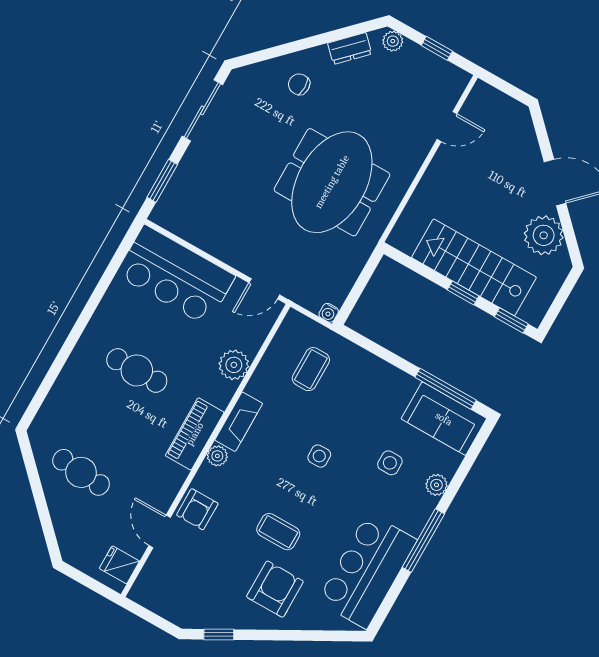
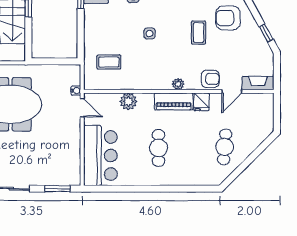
water cooler: (329, 313) -> (76, 91), moved
fireplace: (239, 422) -> (258, 83), moved
fridge: (119, 565) -> (202, 102), moved

